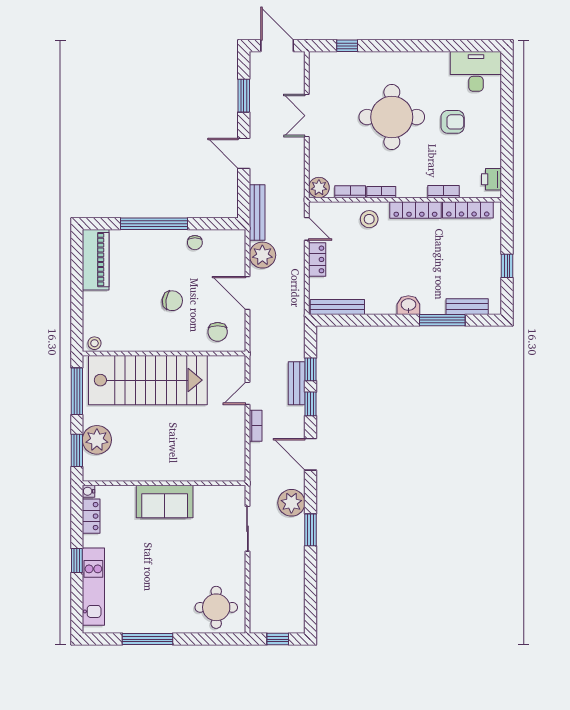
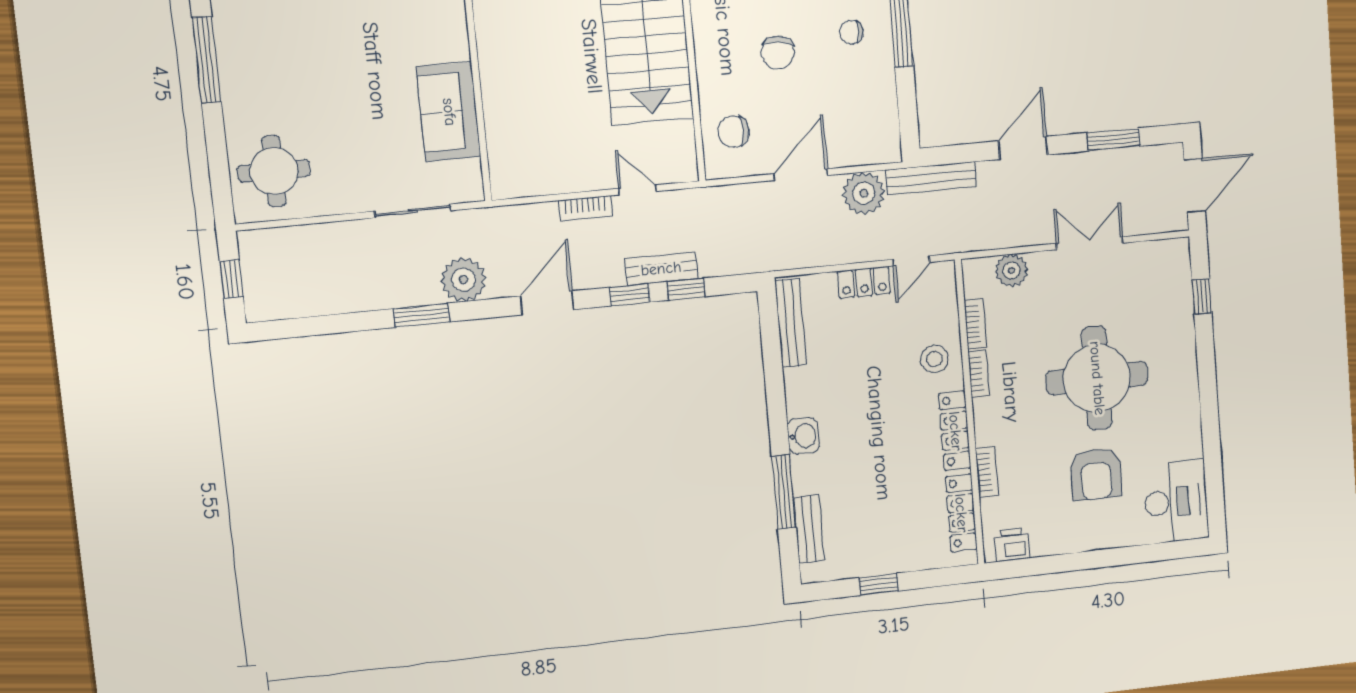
armchair: (453, 122) -> (1096, 474), width x1.38, depth x1.38
plant: (319, 188) -> (1011, 270), moved
chair: (195, 243) -> (852, 32), moved
sofa: (165, 502) -> (449, 112), moved

